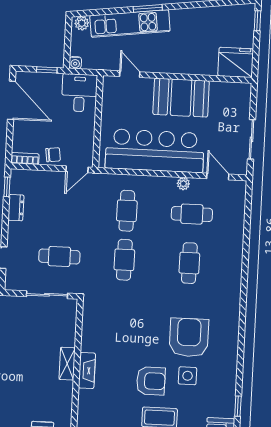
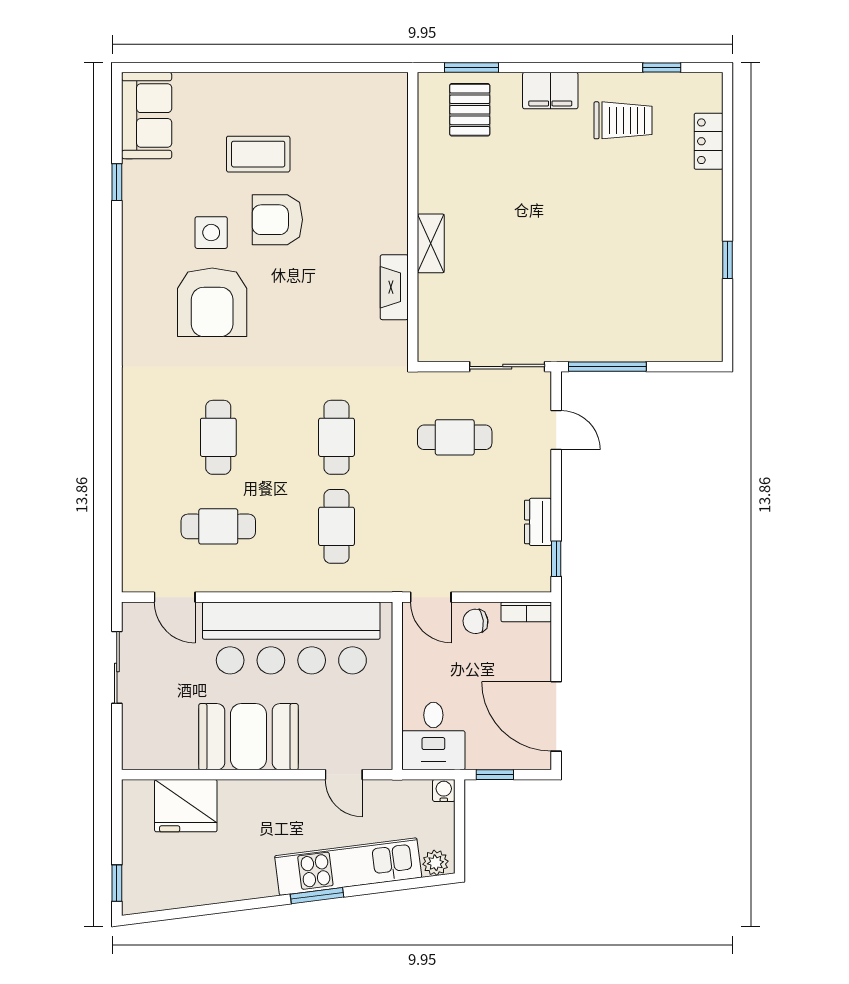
fridge: (236, 62) -> (186, 806), moved
door: (77, 169) -> (431, 597), swing flipped
plant: (183, 184) -> (236, 581), removed
sliding door: (47, 295) -> (507, 367), moved
fireplace: (87, 371) -> (394, 287), moved

